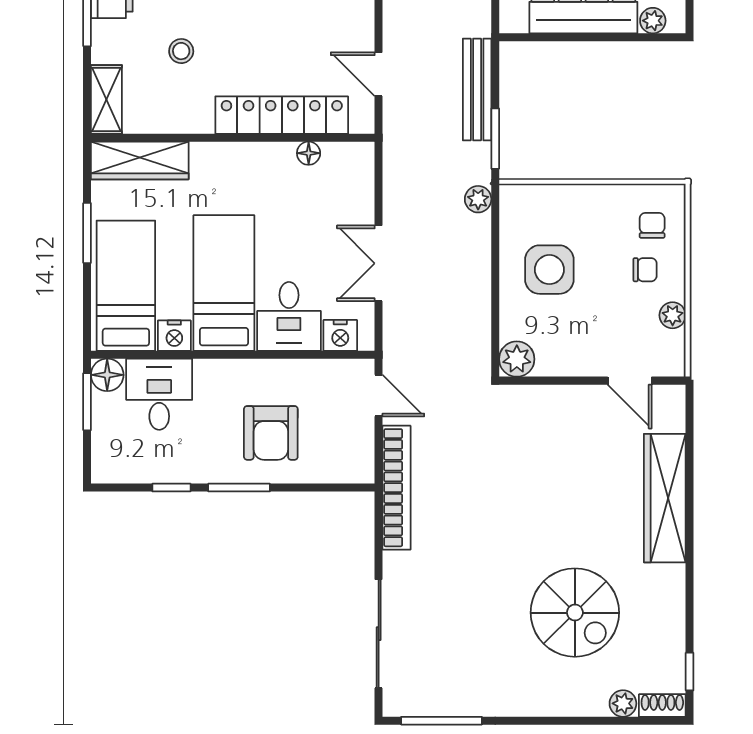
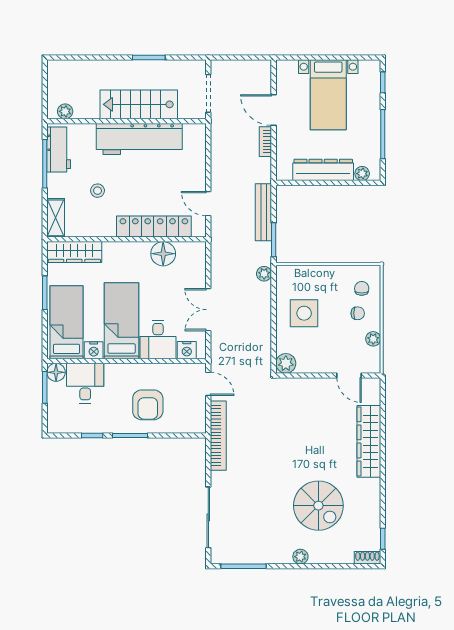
floor lamp: (309, 153) -> (163, 254), width x1.89, depth x1.89
plant: (623, 703) -> (300, 557), moved

